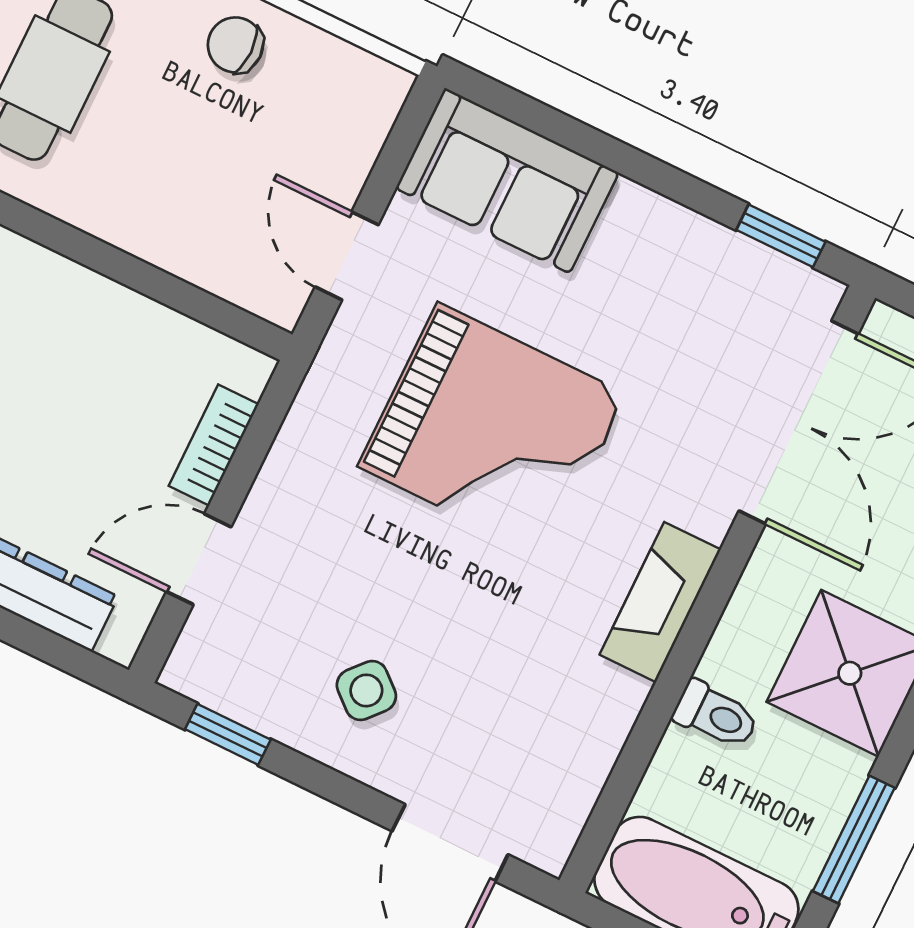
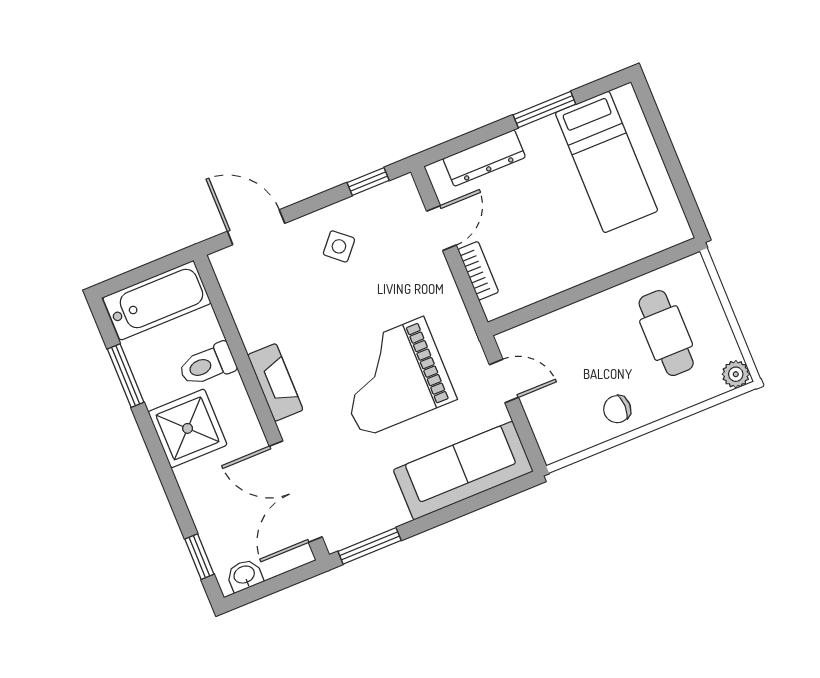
chair: (235, 45) -> (617, 409), turned 180
sofa: (507, 181) -> (463, 471), width x1.36
window: (781, 236) -> (370, 546), width x1.50
toilet: (716, 715) -> (207, 365), width x1.37, depth x1.39

